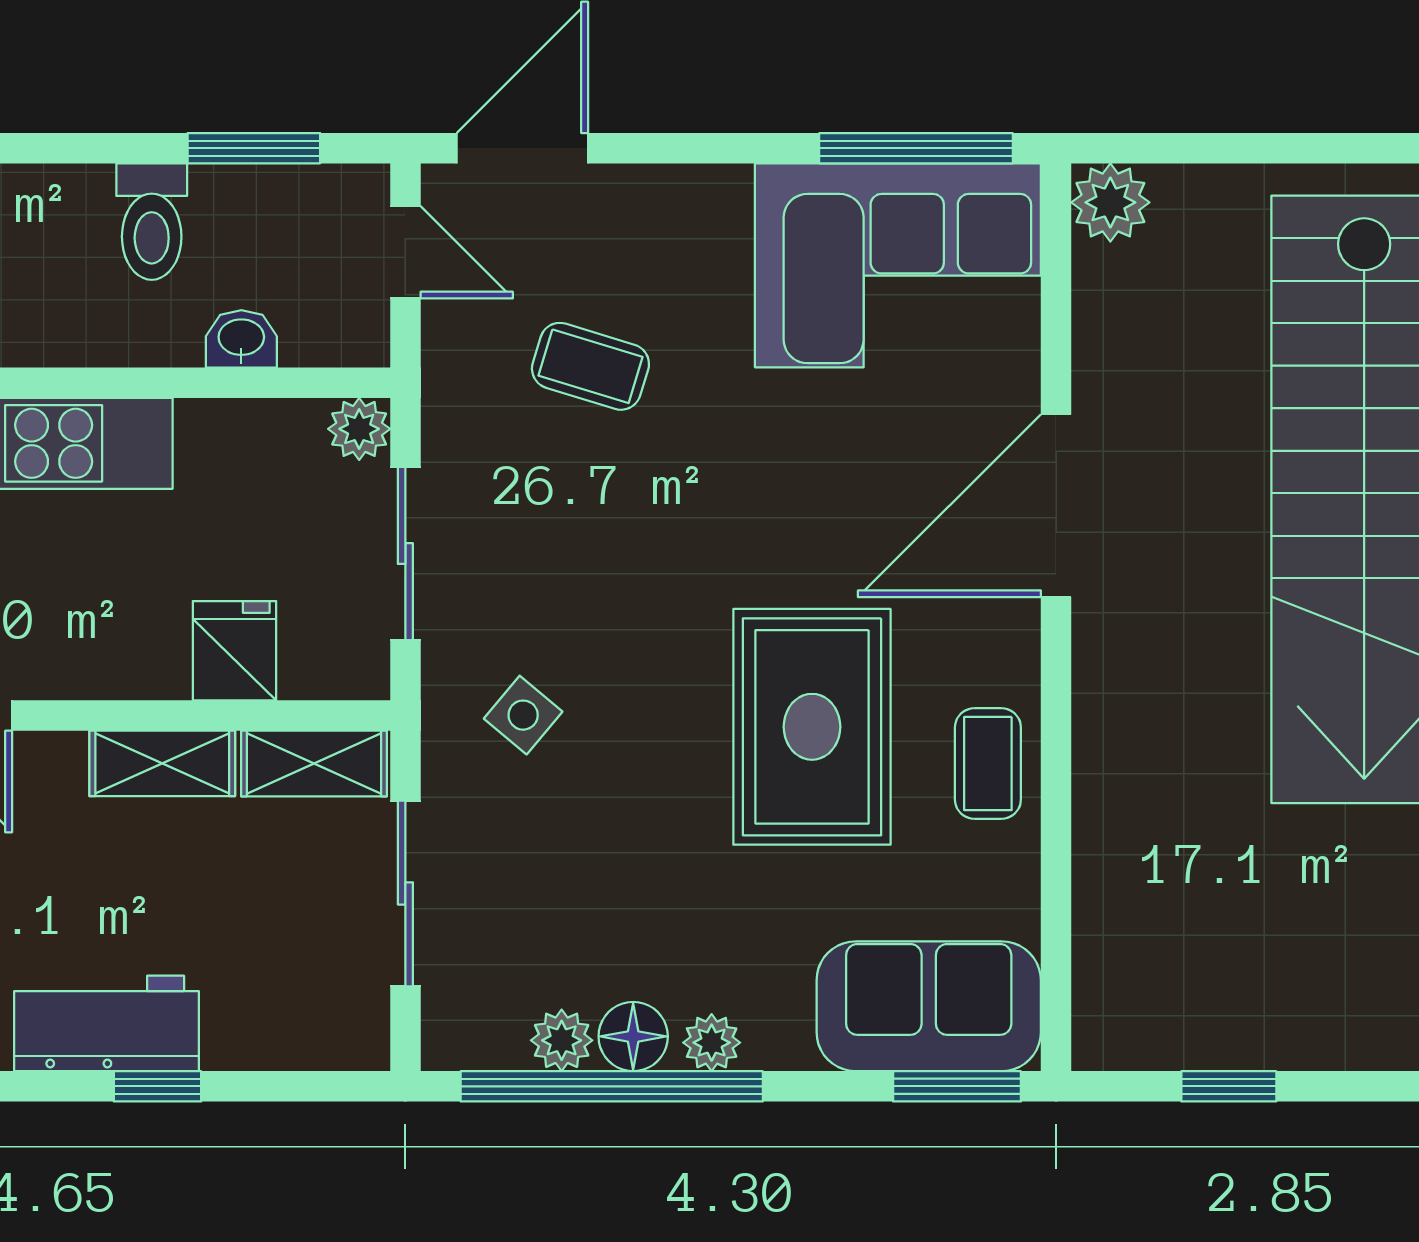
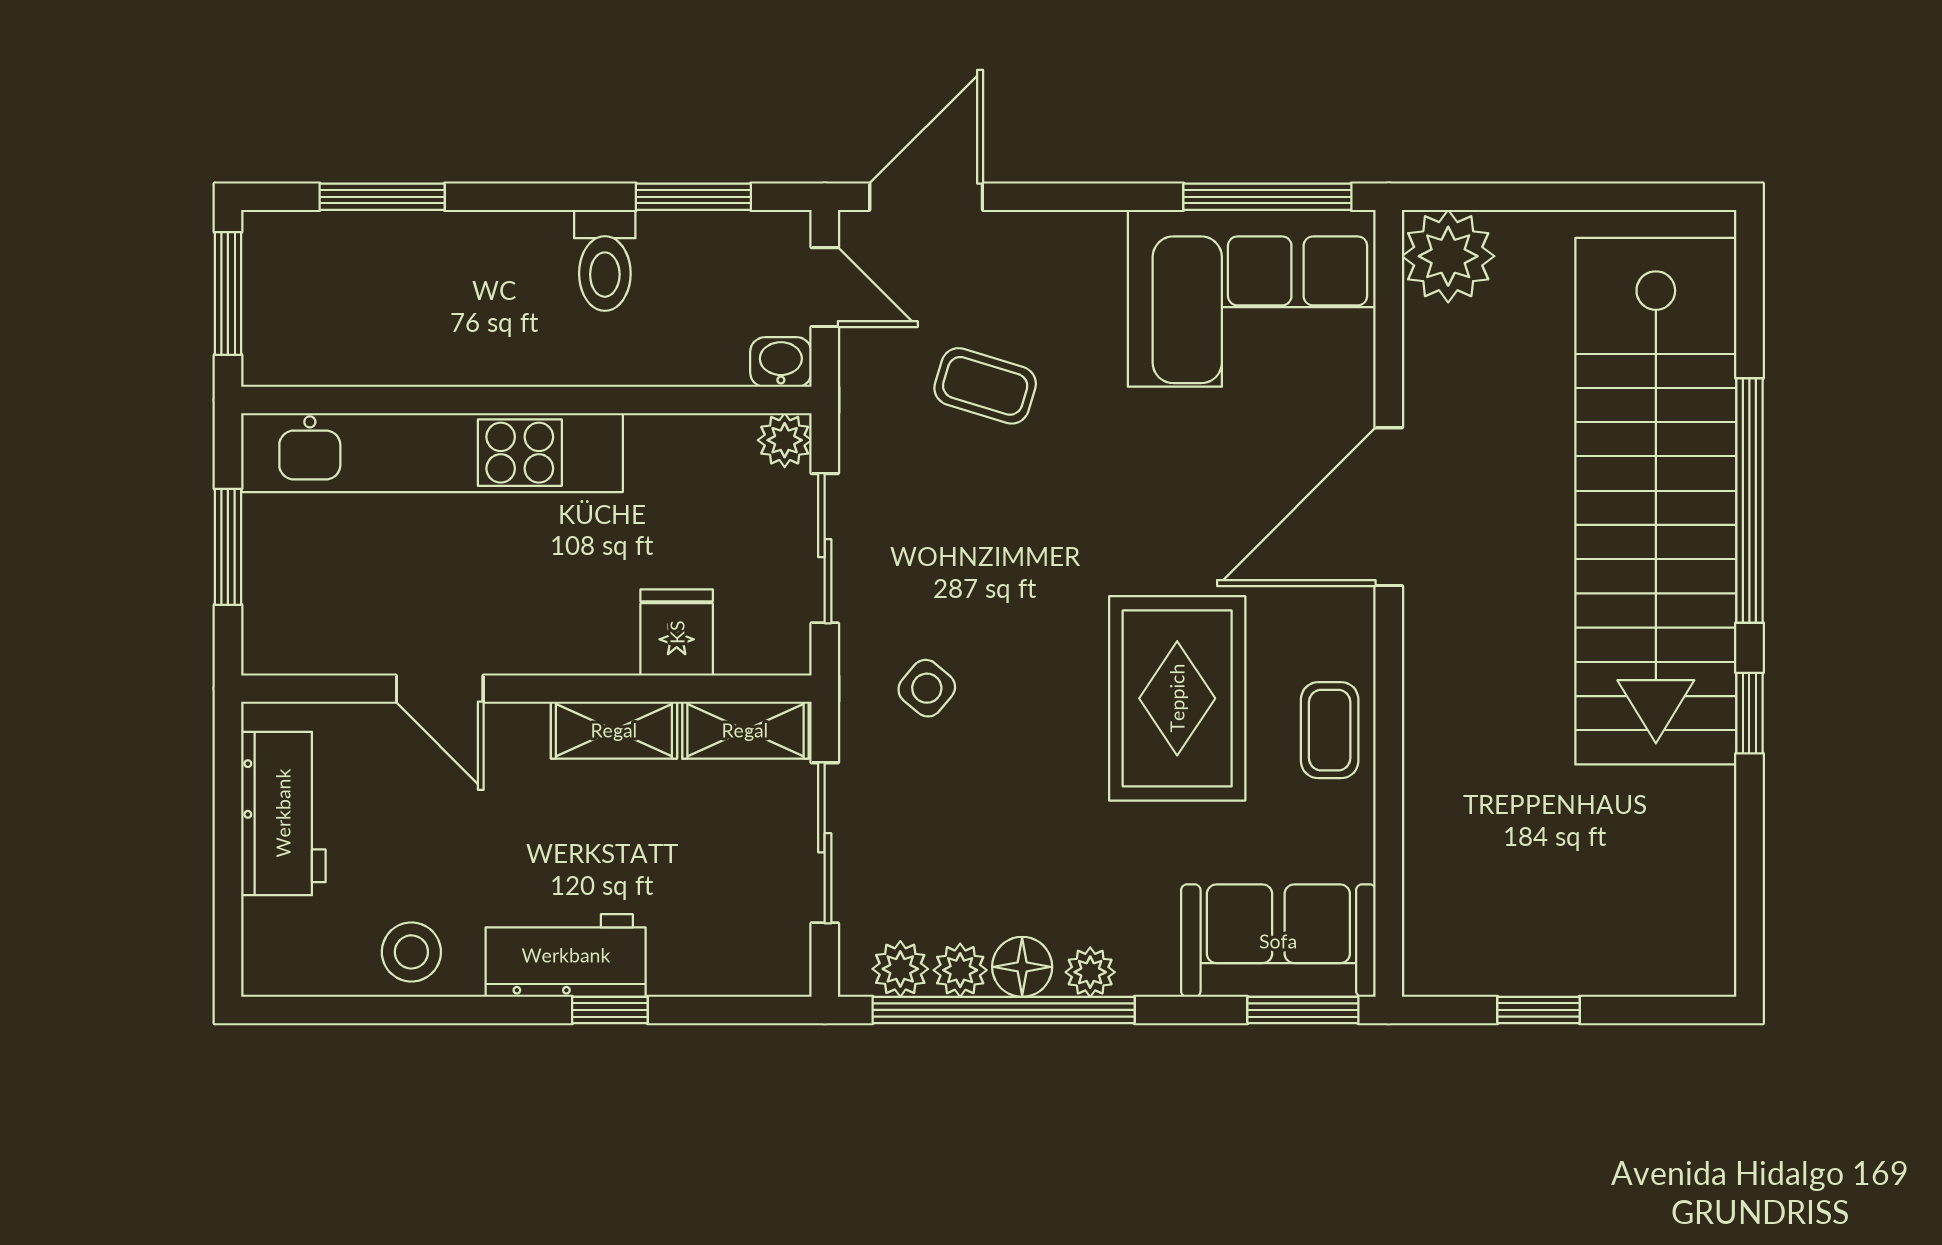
plant: (1110, 202) -> (1448, 256), width x1.36, depth x1.36
washbasin: (241, 339) -> (781, 362), moved
plant: (493, 1039) -> (900, 969), added

